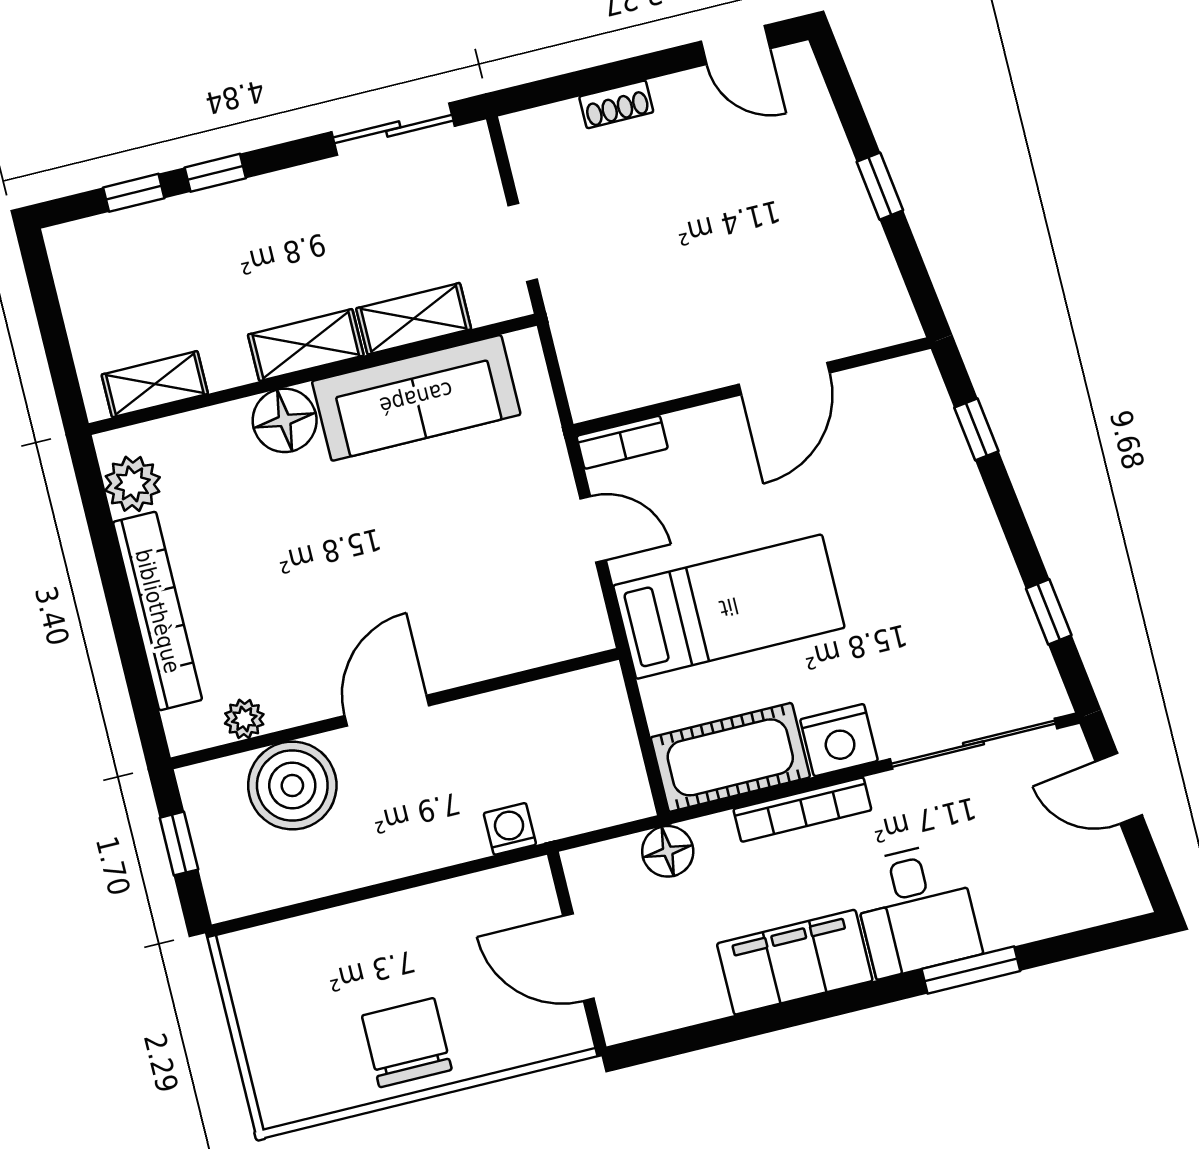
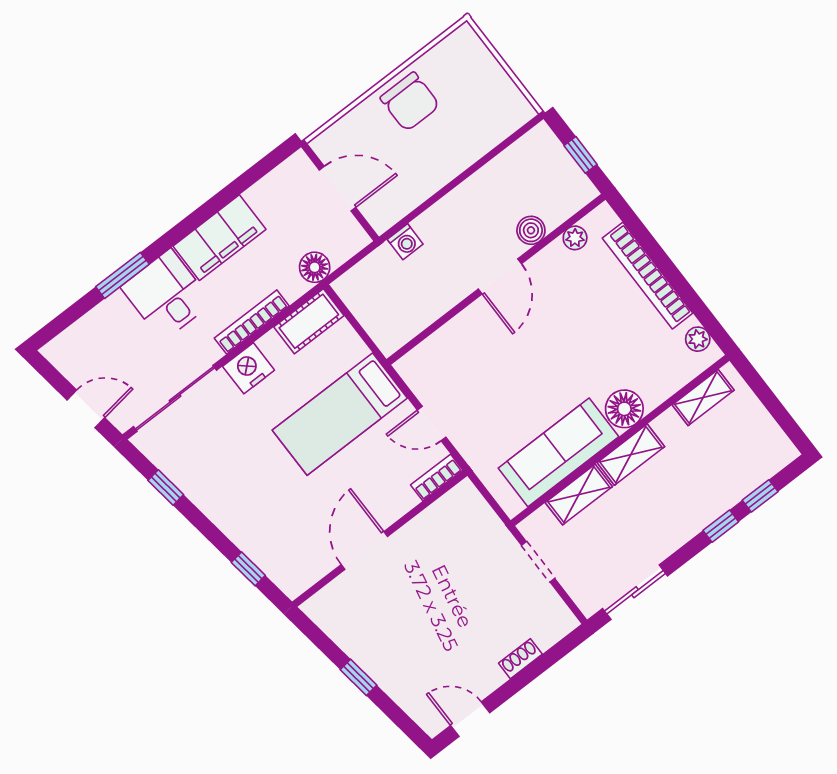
plant: (132, 484) -> (698, 339), width x0.73, depth x0.73
cot: (730, 757) -> (309, 321), width x0.73, depth x0.75
boiler: (292, 786) -> (531, 230), width x0.54, depth x0.54

